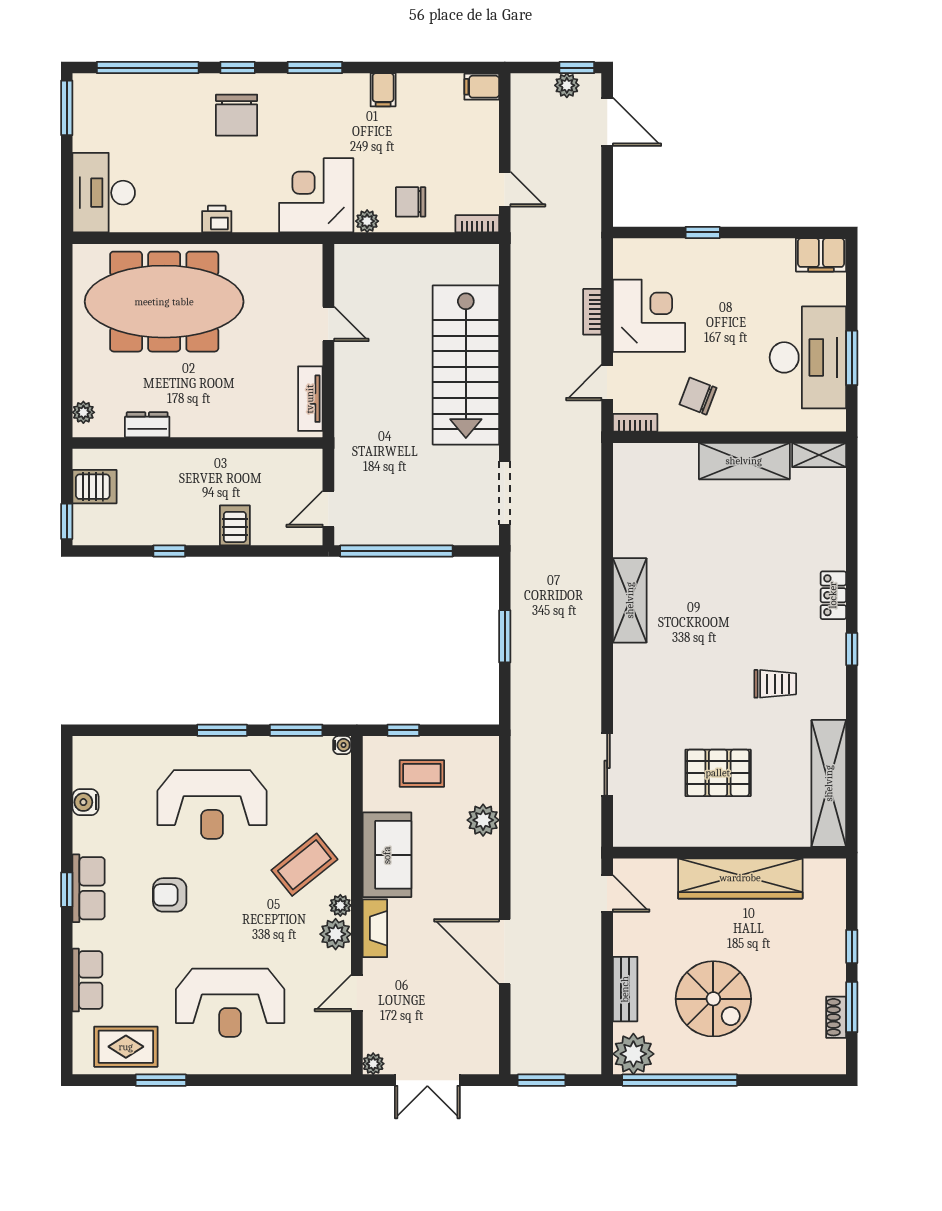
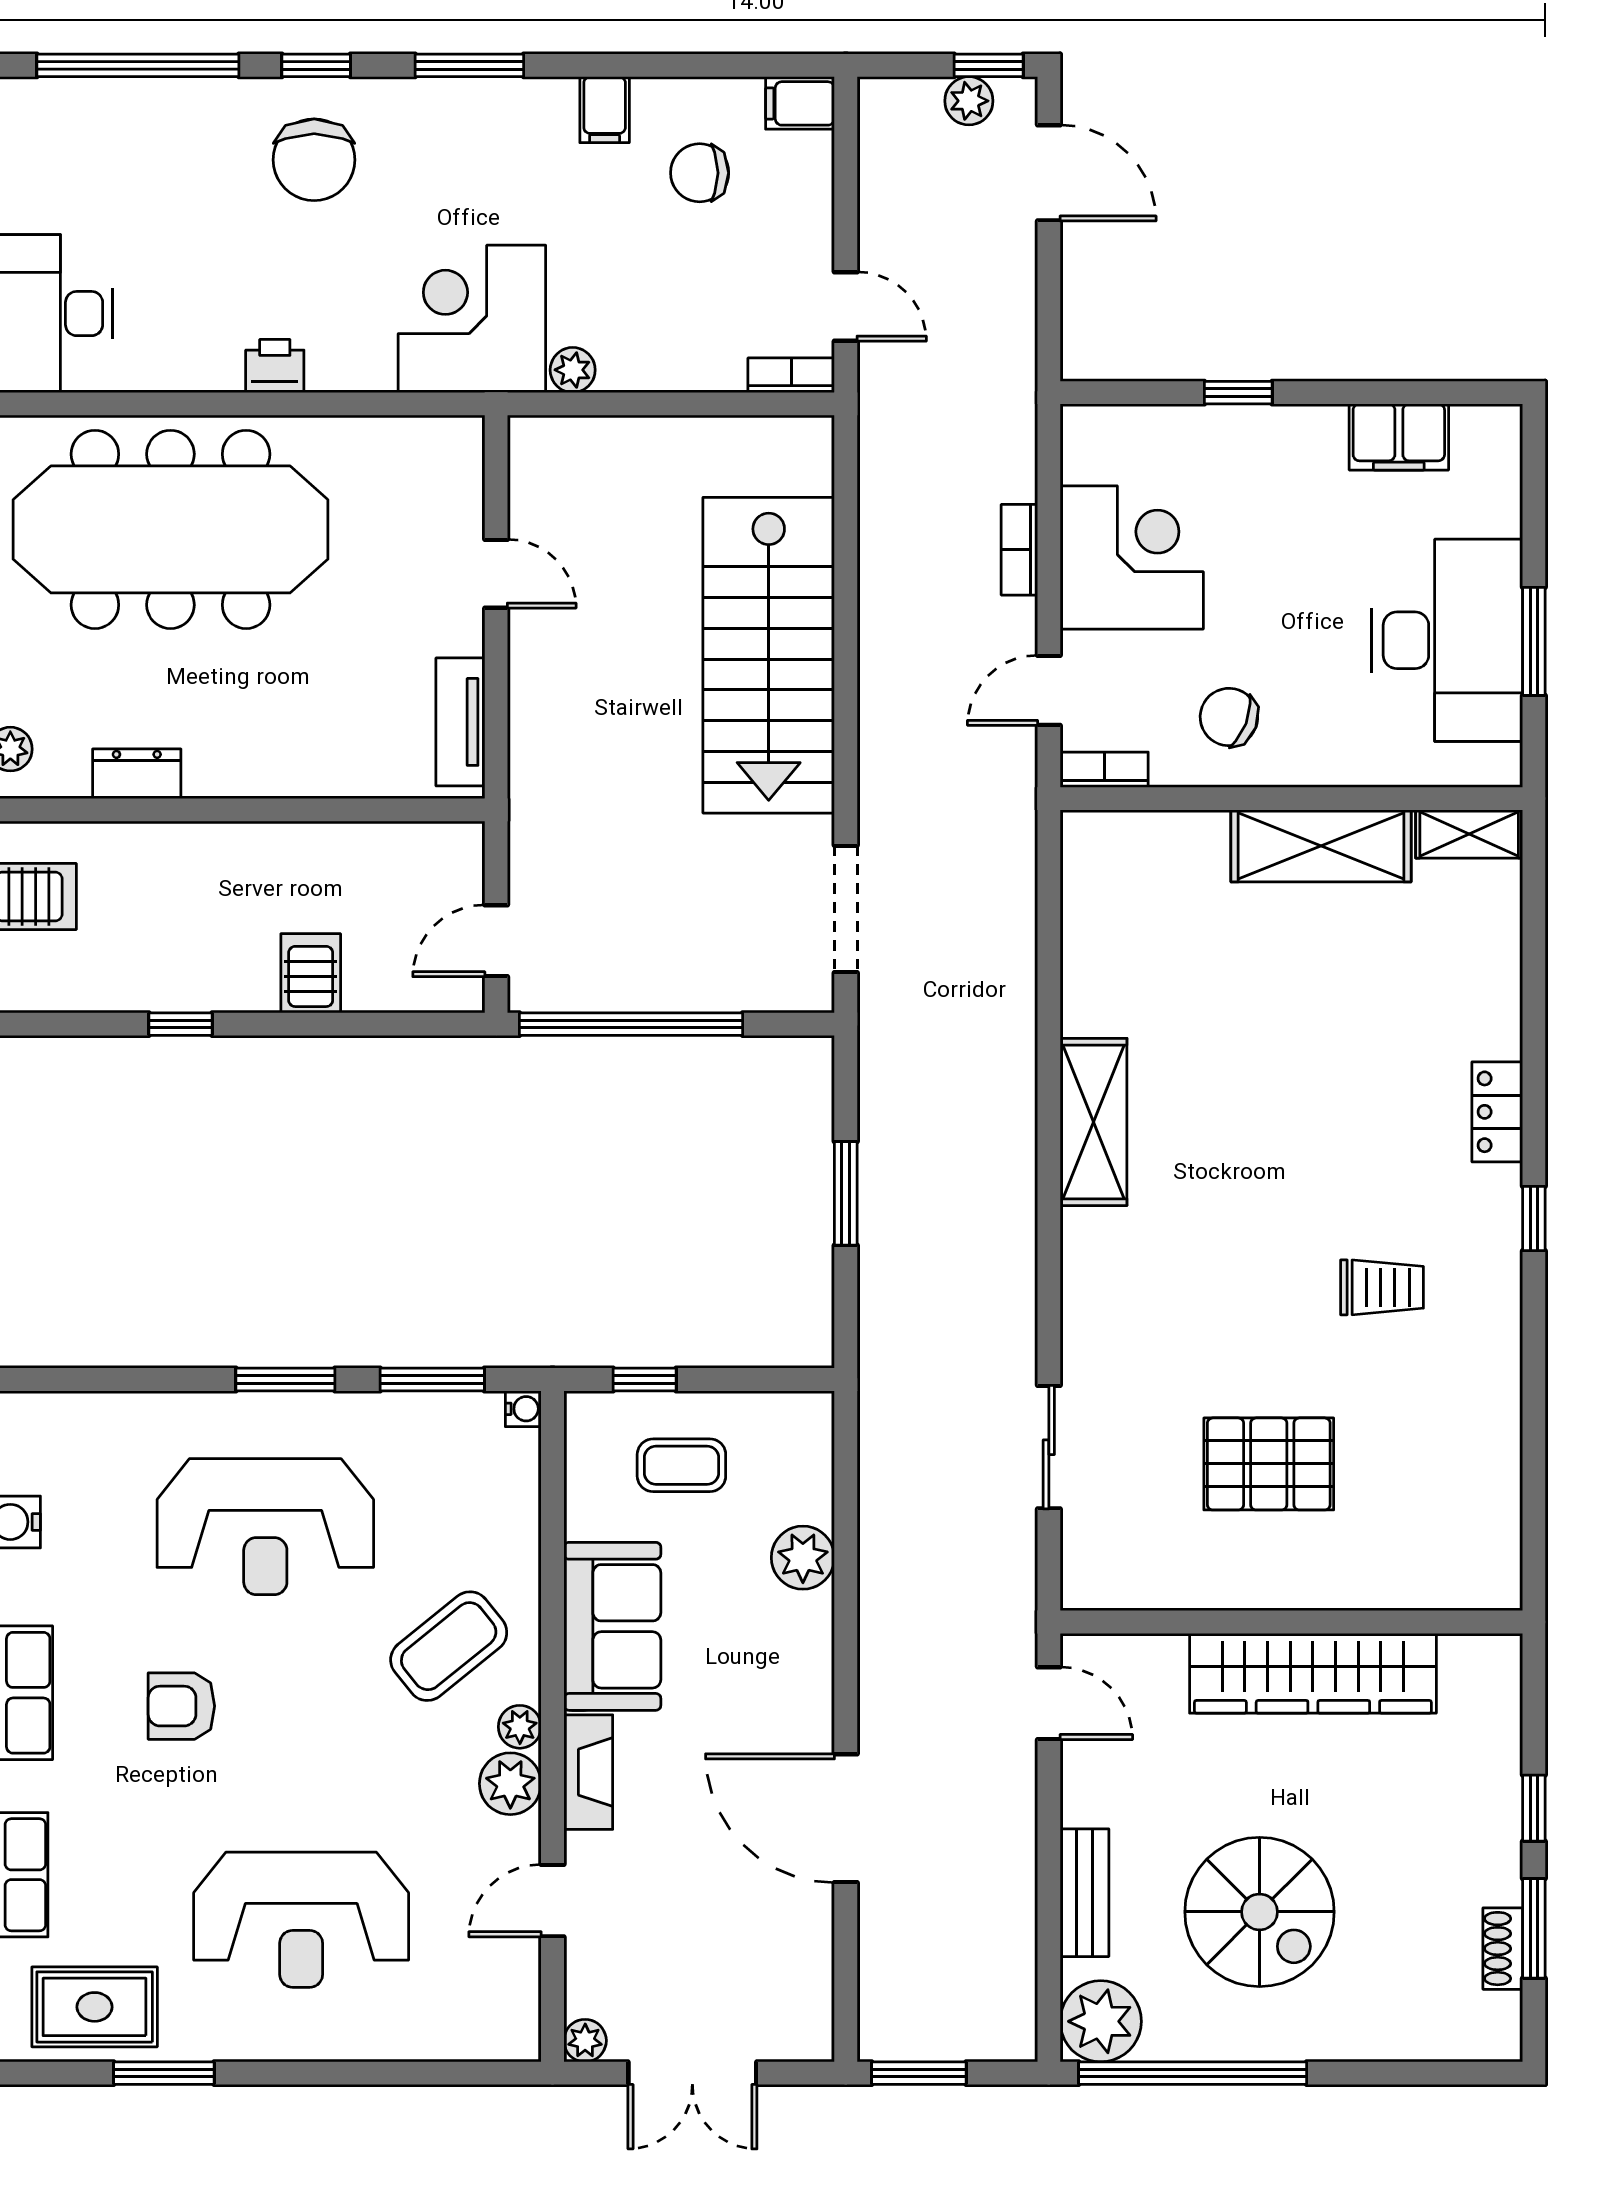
chair: (411, 202) -> (700, 173), moved
filing cabinet: (821, 255) -> (1399, 437), moved
shelving: (829, 783) -> (1488, 1485), removed

